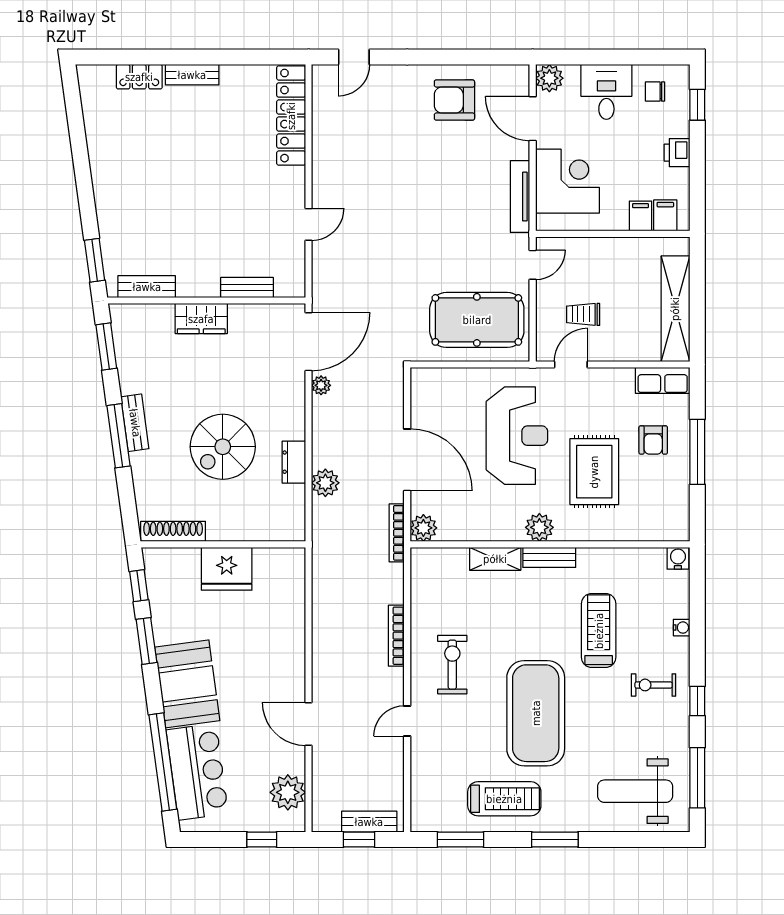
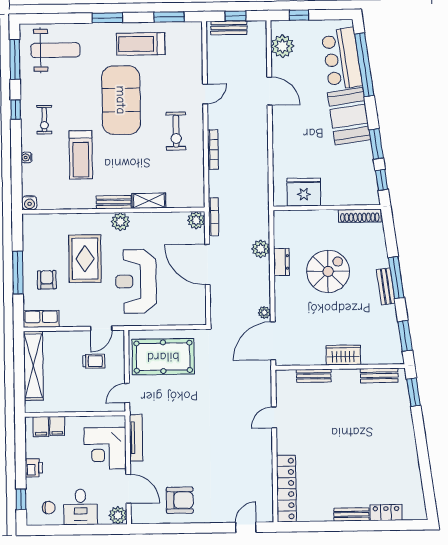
fridge: (227, 569) -> (304, 192), moved
exercise bike: (654, 685) -> (44, 120), turned 90

